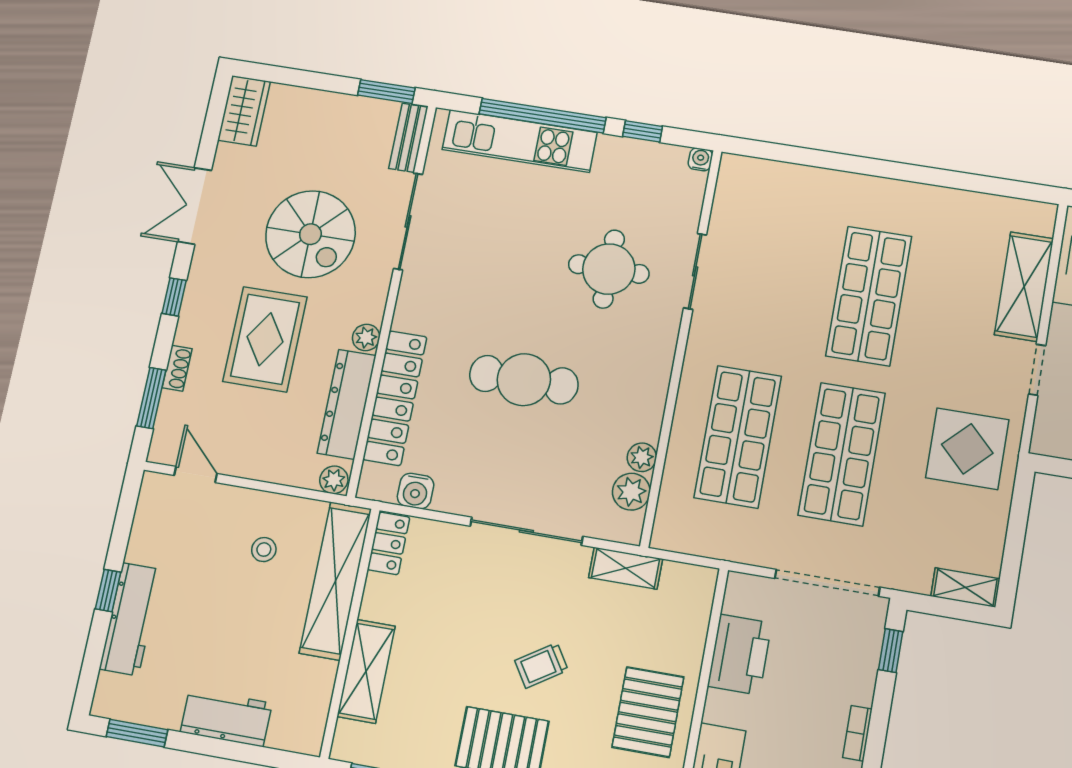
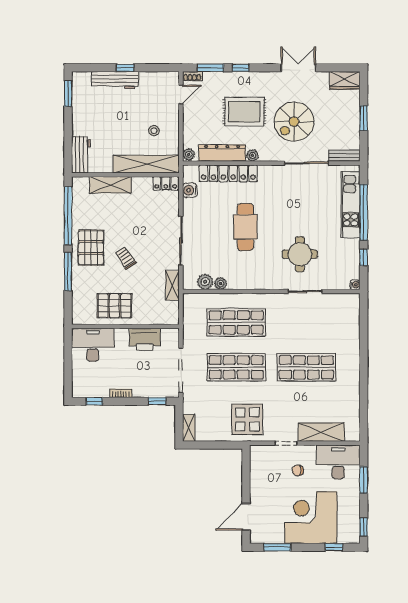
window: (386, 92) -> (364, 118), moved
window: (174, 297) -> (240, 68), moved
shoe rack: (177, 368) -> (192, 76), moved
workbench: (226, 718) -> (81, 155), moved

